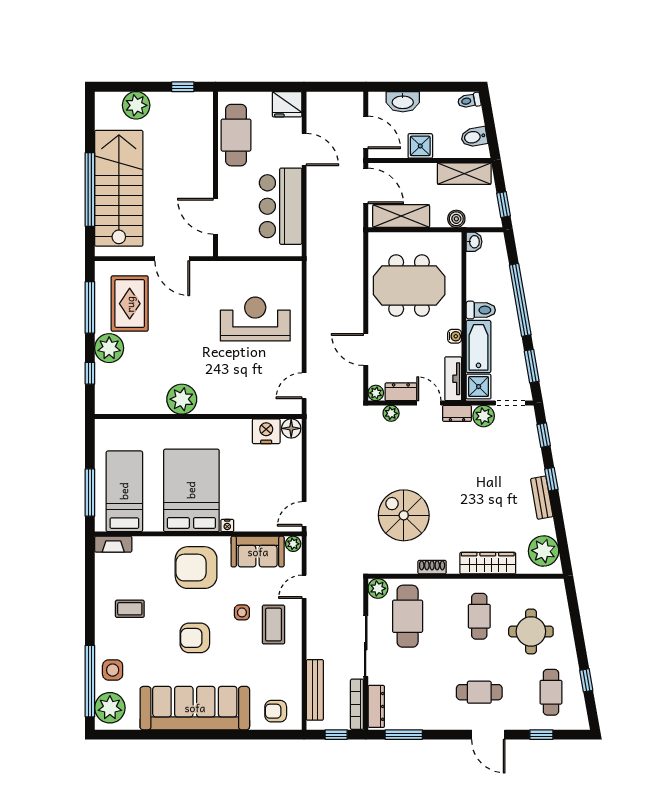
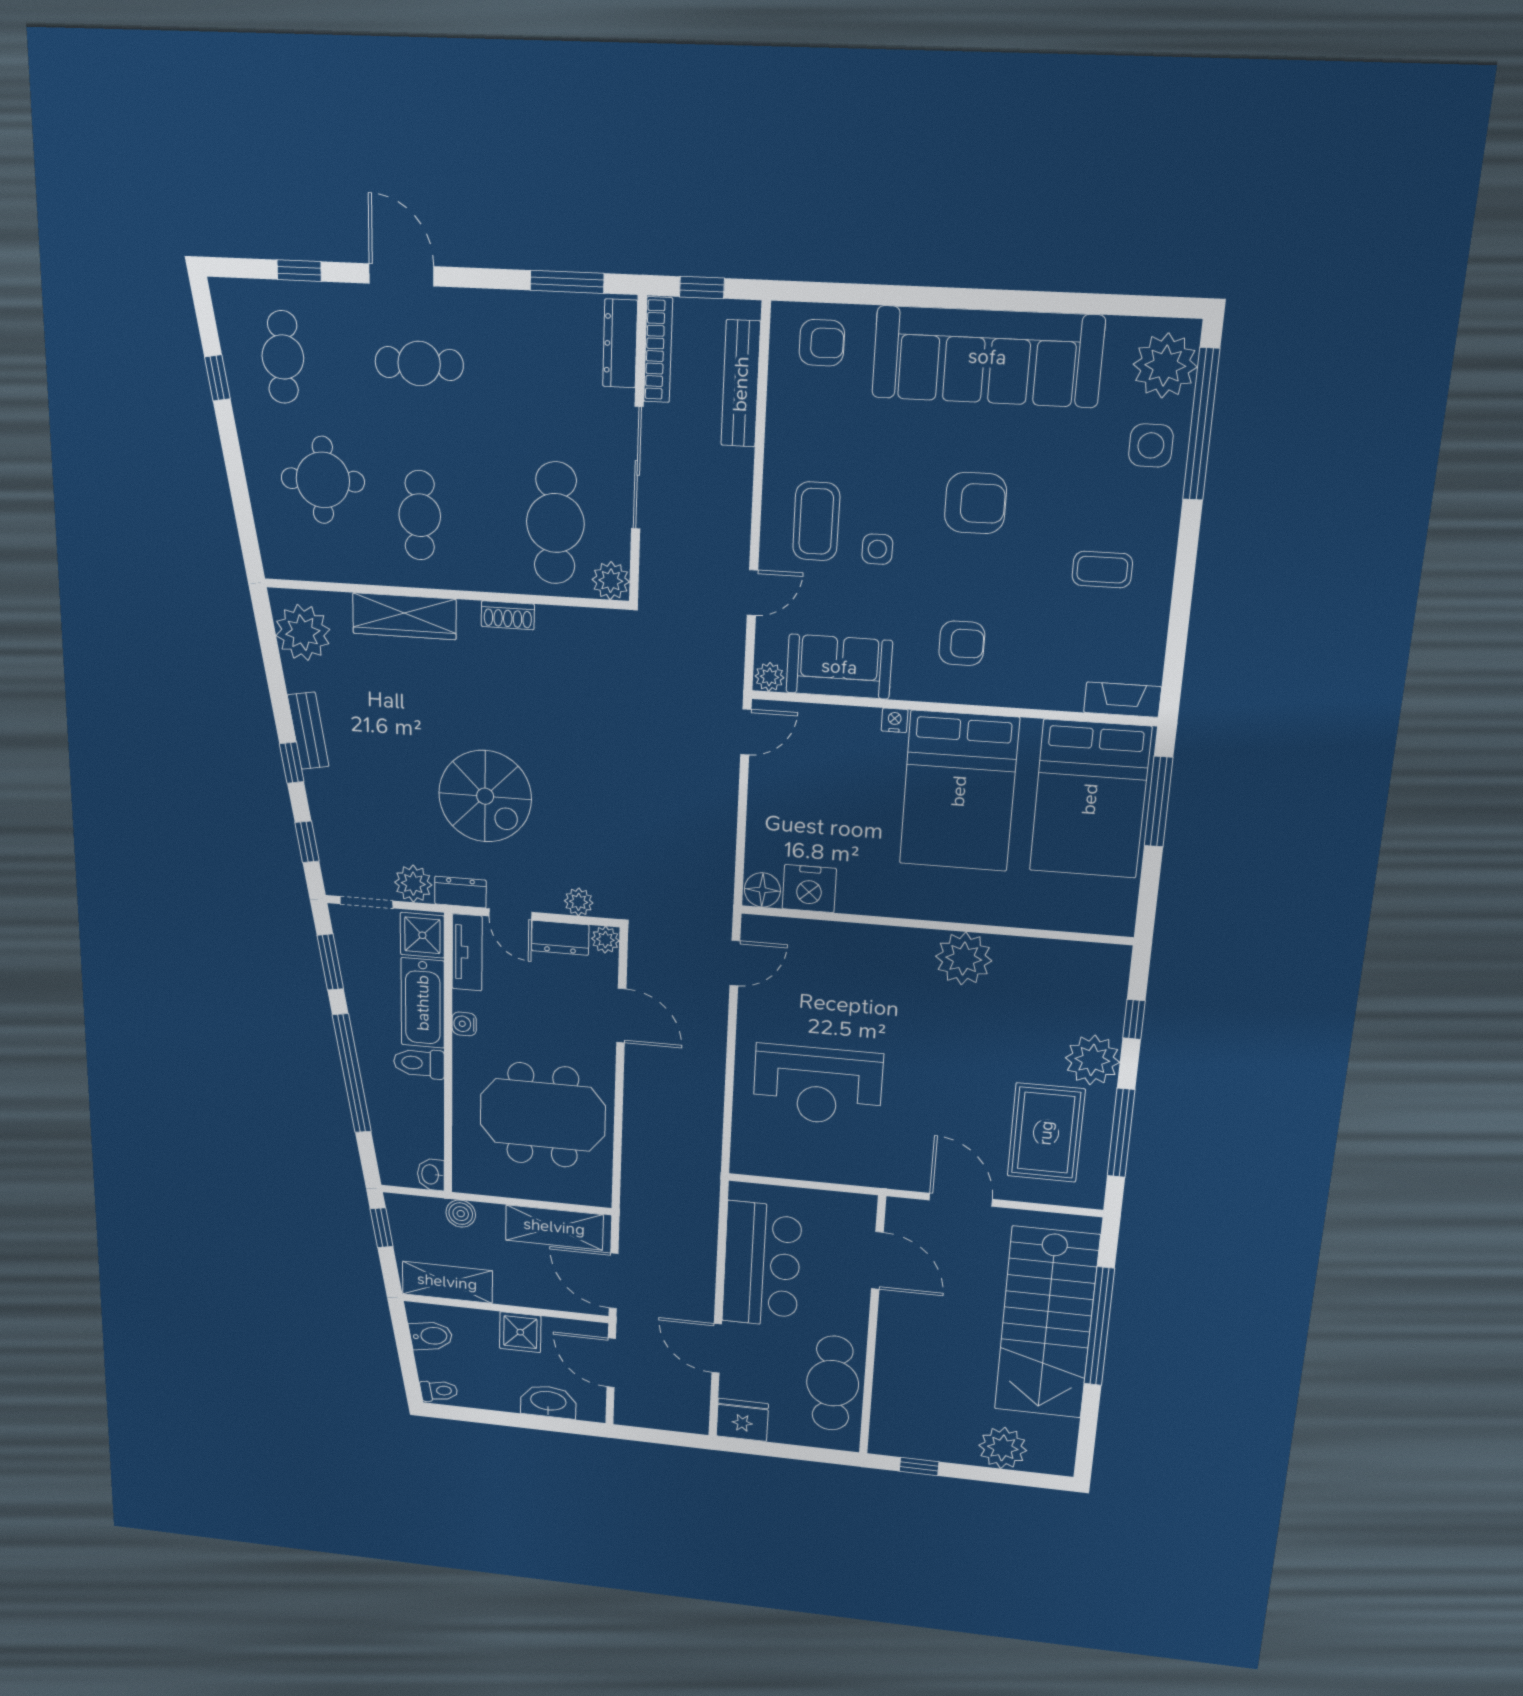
bed: (124, 491) -> (1090, 799), width x1.50
spiral stairs: (404, 515) -> (485, 796), moved
armchair: (196, 568) -> (962, 643), width x0.53, depth x0.53

